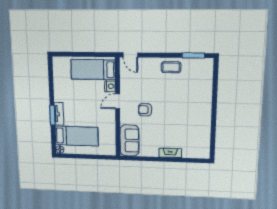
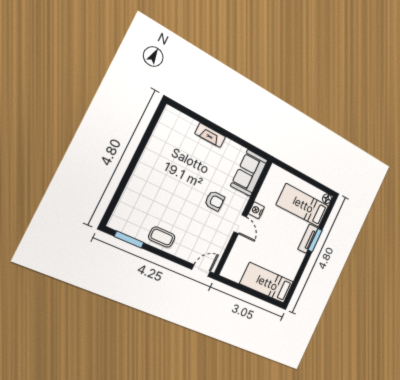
door: (130, 55) -> (201, 271), hinge flipped
bed: (93, 70) -> (267, 283), moved, turned 180
nightstand: (110, 86) -> (256, 210), moved
door: (118, 101) -> (240, 224), hinge flipped

